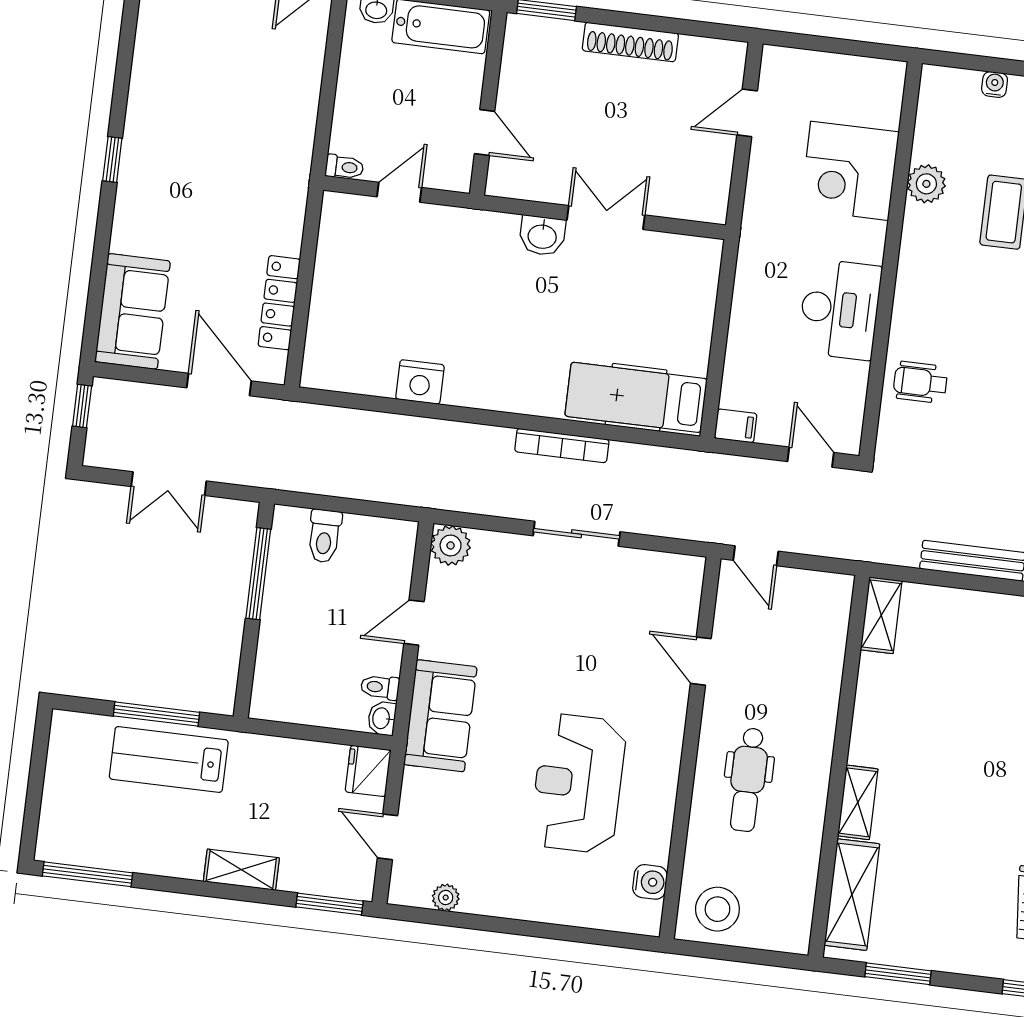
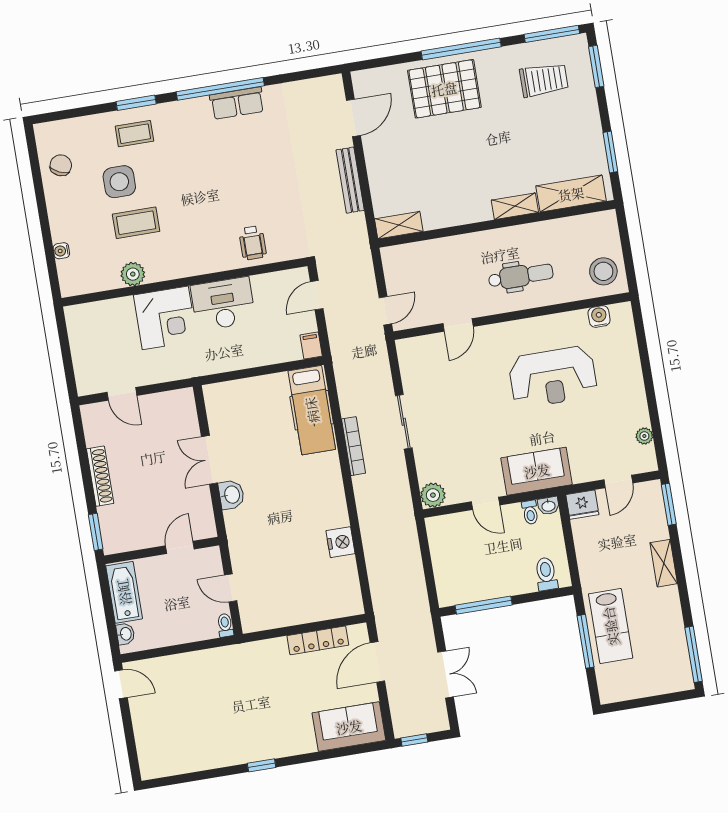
corner desk: (850, 171) -> (165, 318), moved
toilet: (324, 536) -> (546, 574), moved, turned -90

